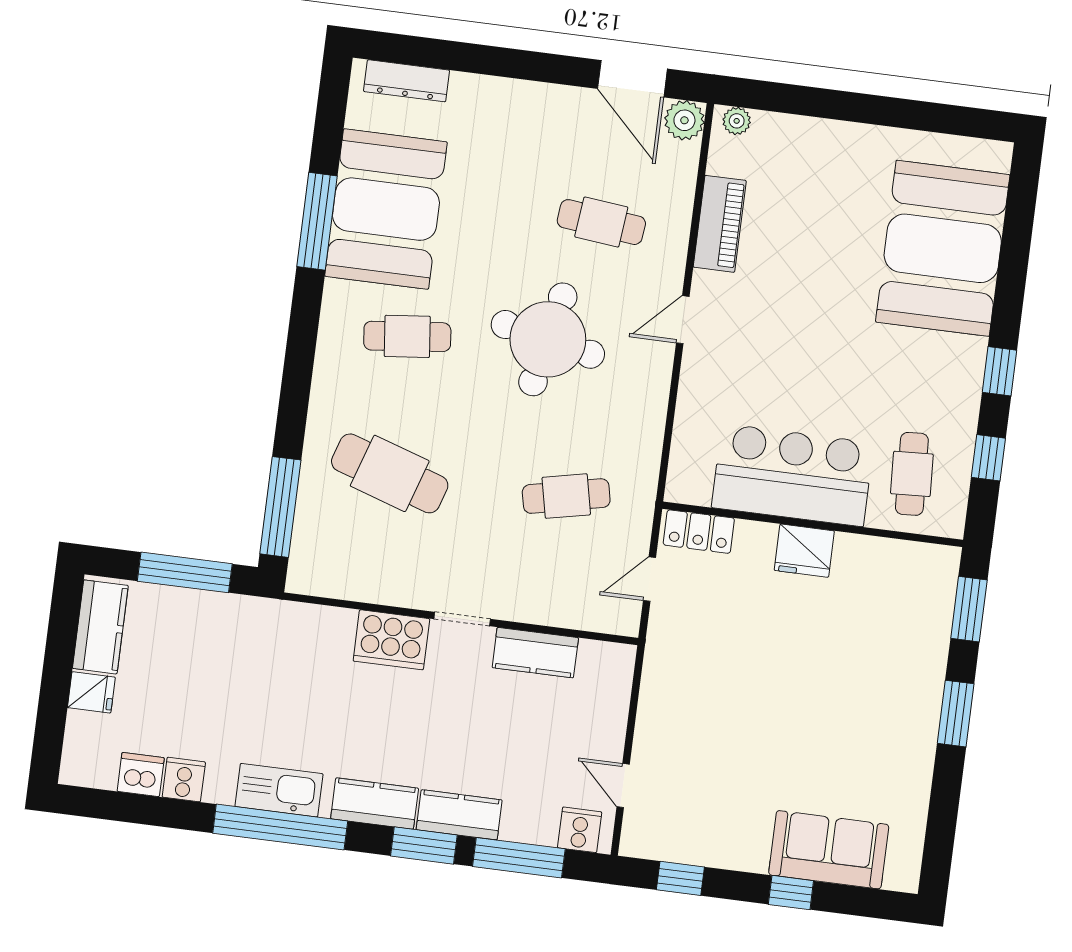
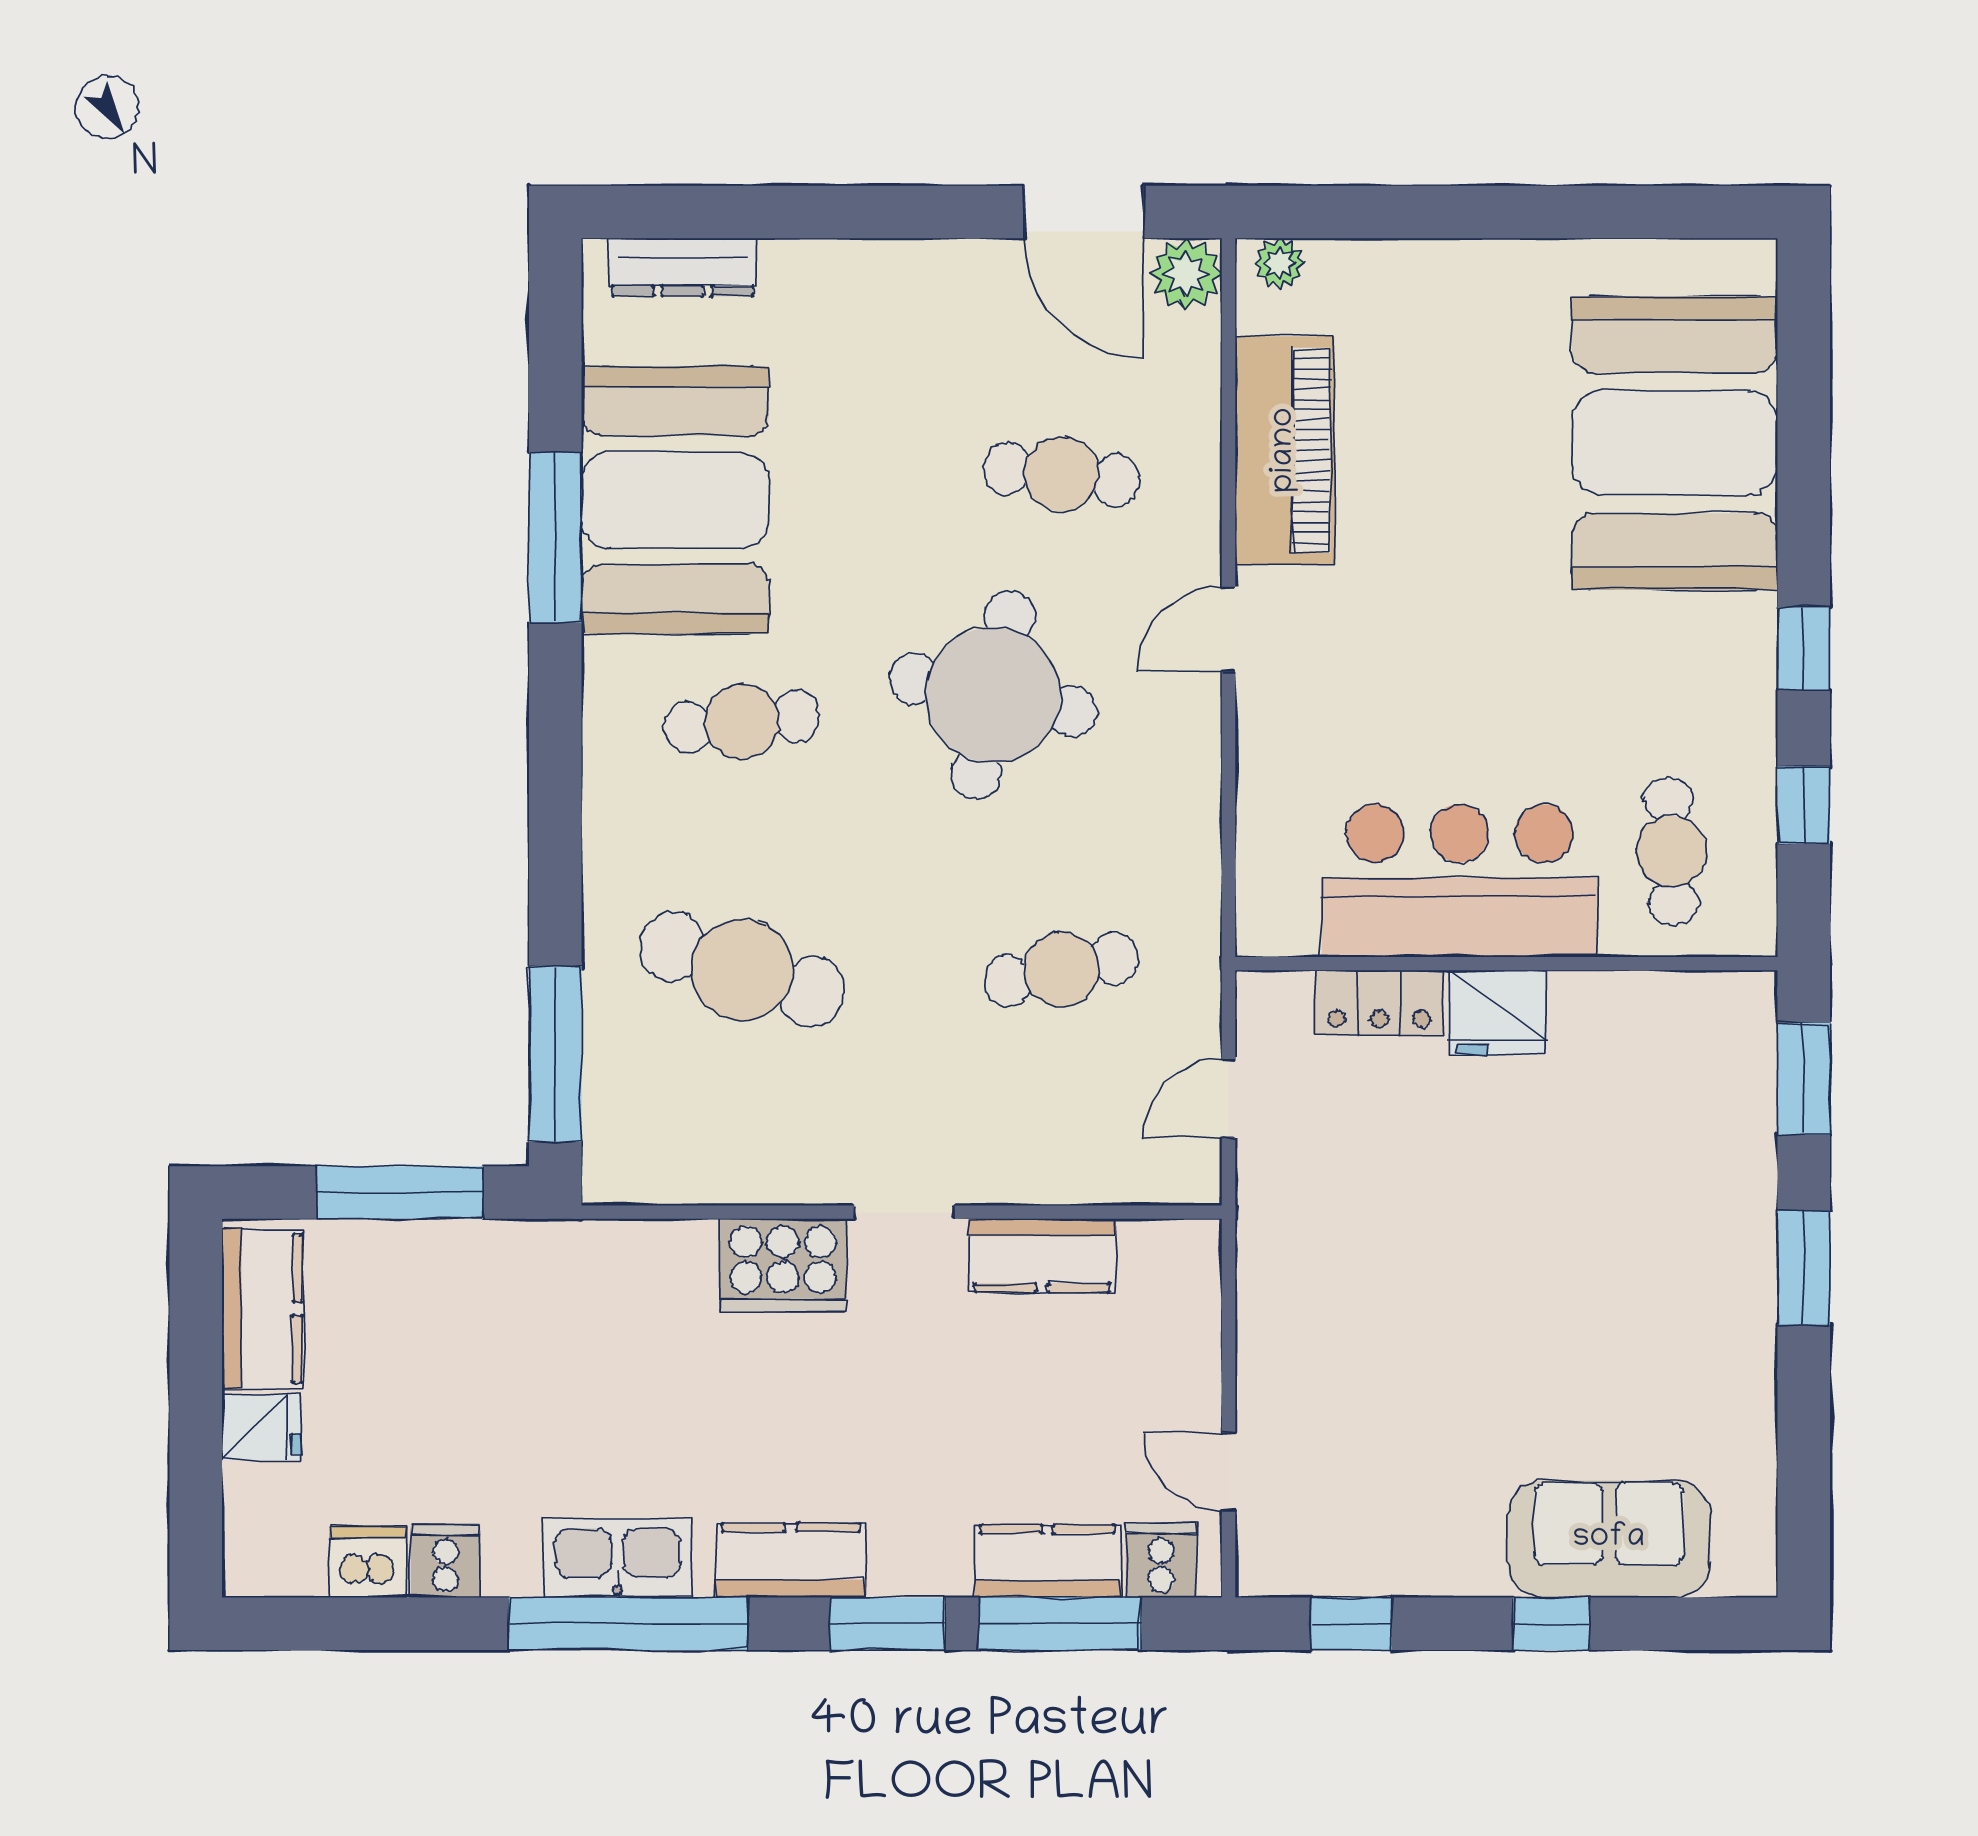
piano: (720, 224) -> (1285, 450), width x1.37, depth x1.33
locker: (699, 532) -> (1379, 1003), moved
kitchen counter: (459, 815) -> (1048, 1561), moved

